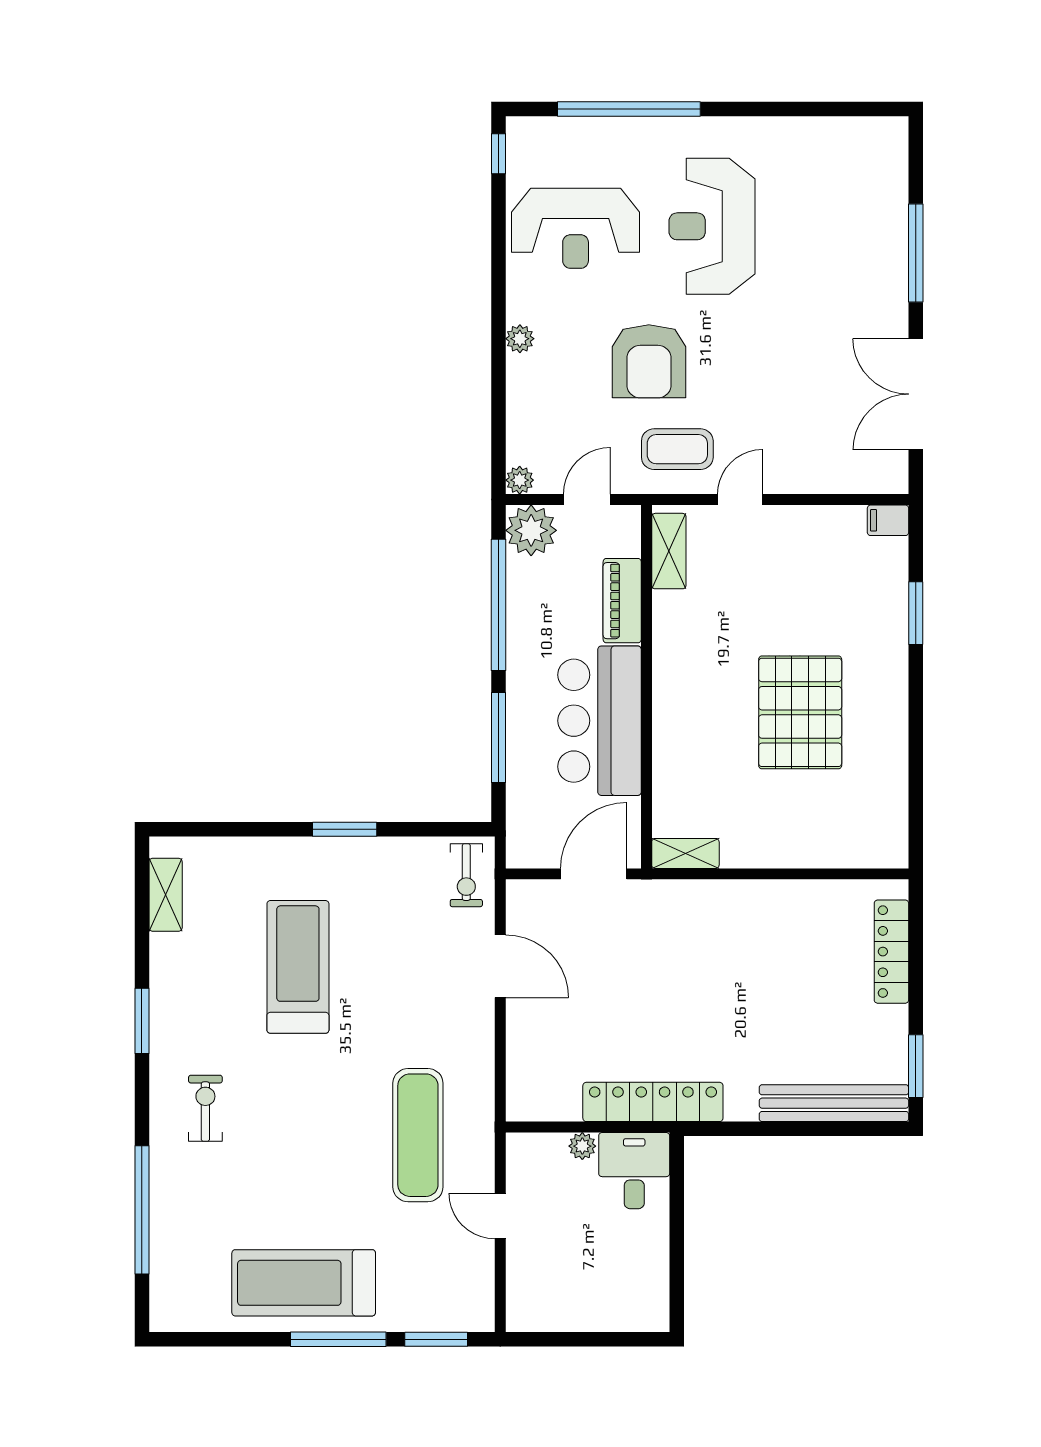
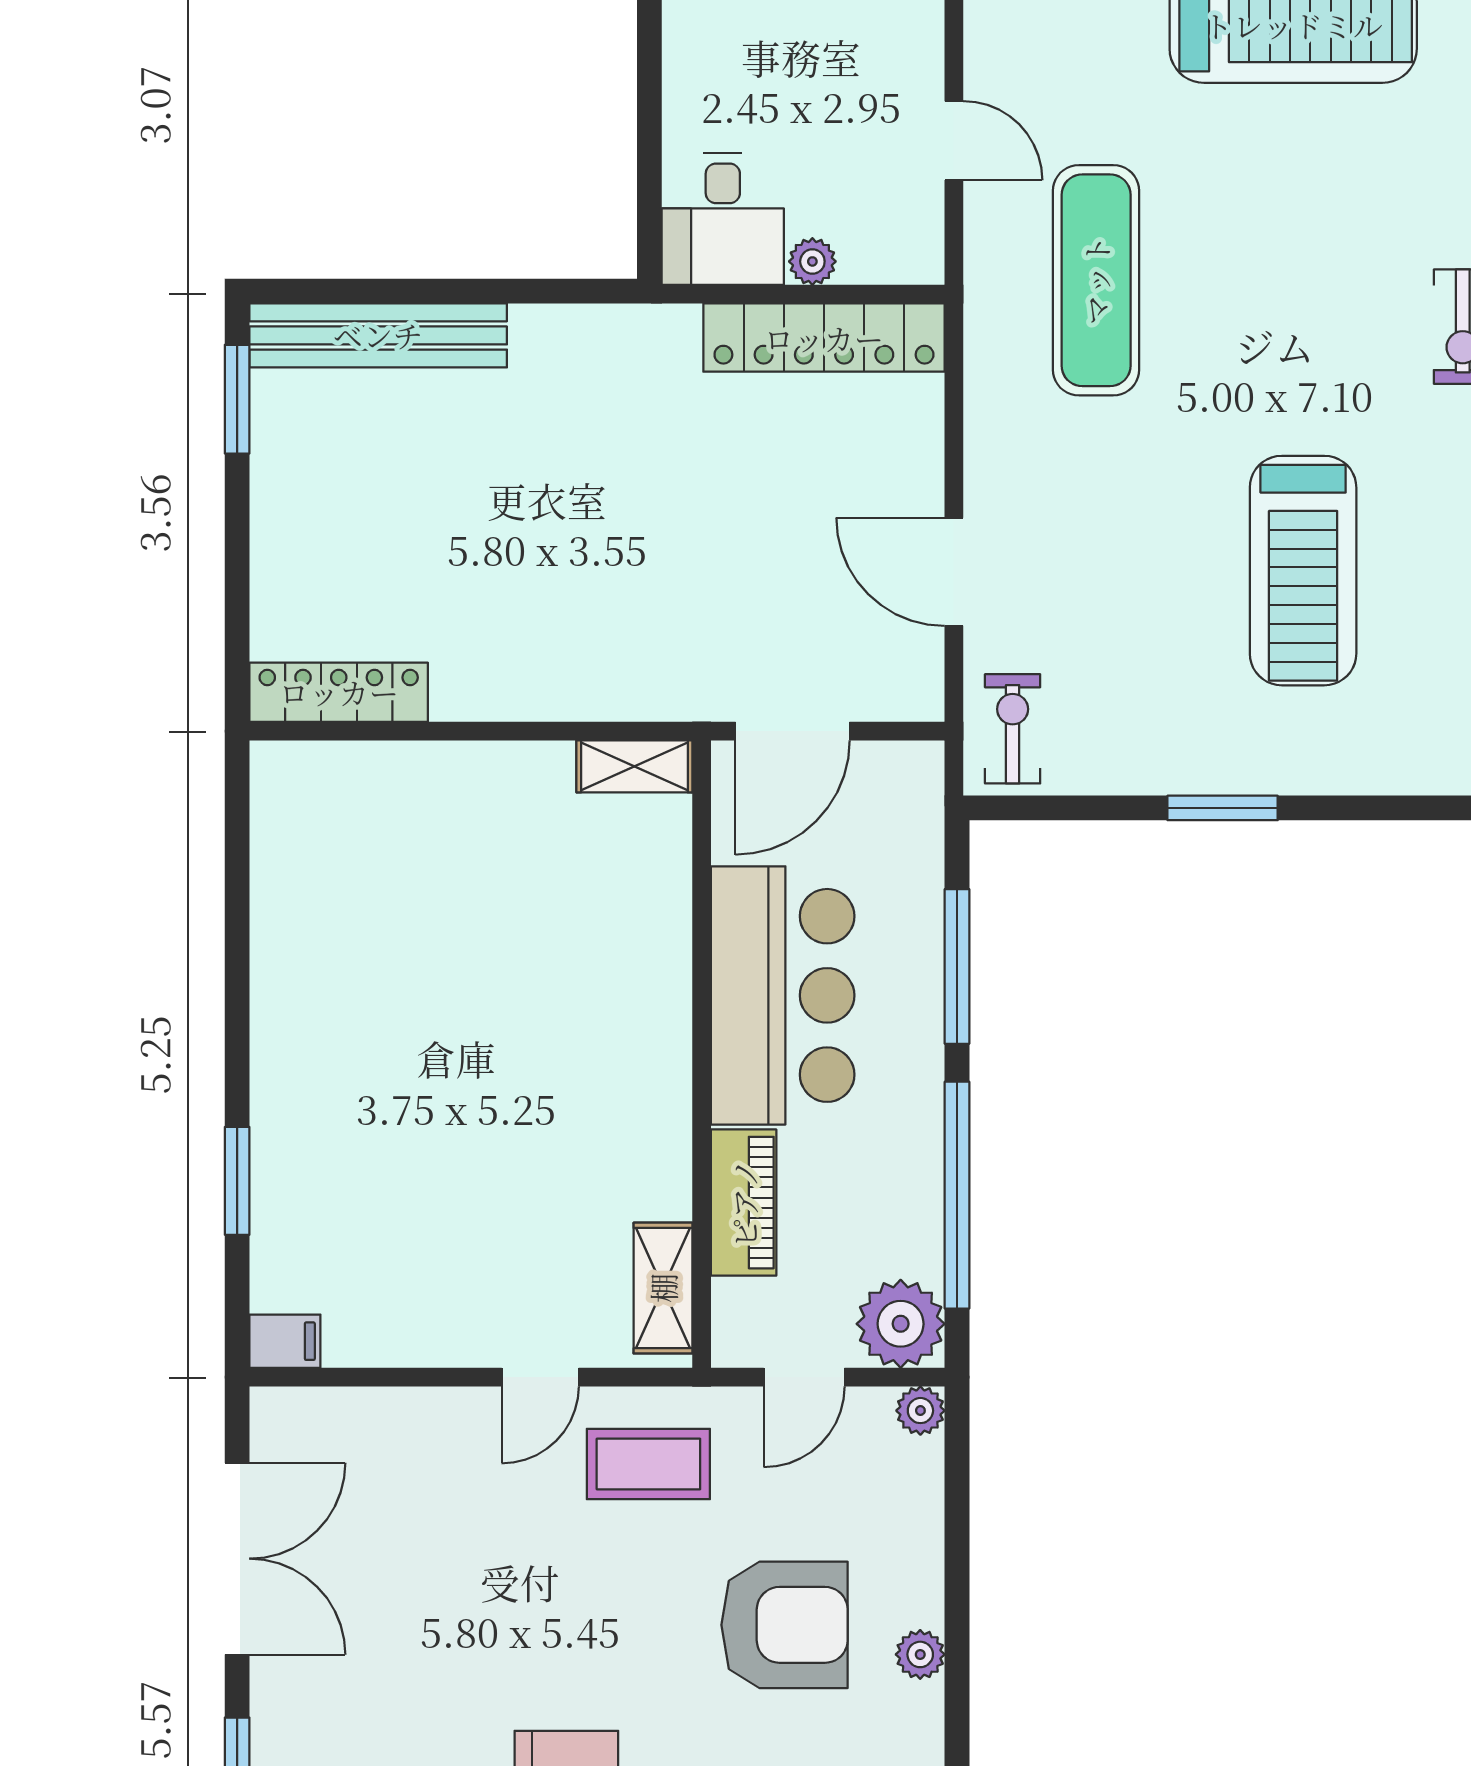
armchair: (649, 361) -> (785, 1625), moved, turned 90
pallet: (800, 712) -> (436, 1010), removed
locker: (891, 952) -> (339, 692), moved, turned -90
locker: (653, 1102) -> (824, 338), moved

